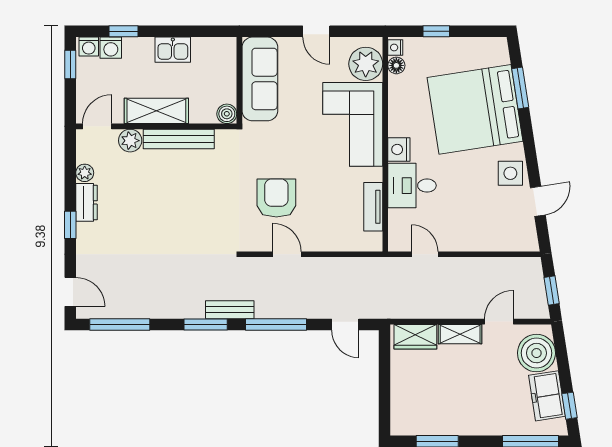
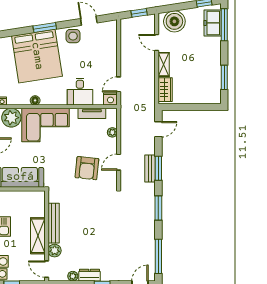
floor lamp: (396, 65) -> (35, 100), moved
window: (520, 88) -> (45, 27), moved
boiler: (227, 114) -> (39, 196), removed
nightstand: (399, 149) -> (110, 99), moved
armchair: (276, 198) -> (87, 168), turned -84
plant: (340, 243) -> (112, 132), added
bench: (230, 310) -> (150, 168), moved
window: (276, 325) -> (158, 168), width x0.69
freezer: (547, 396) -> (213, 23), moved, turned 99

